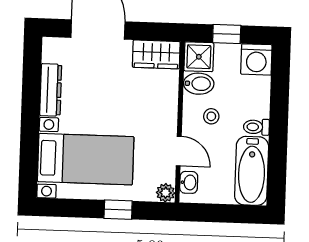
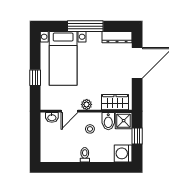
wardrobe: (156, 54) -> (115, 102), moved, turned 90
dresser: (51, 90) -> (117, 37), moved
window: (30, 118) -> (85, 26), added
bathtub: (252, 171) -> (60, 153), removed
plant: (166, 193) -> (87, 104), moved

